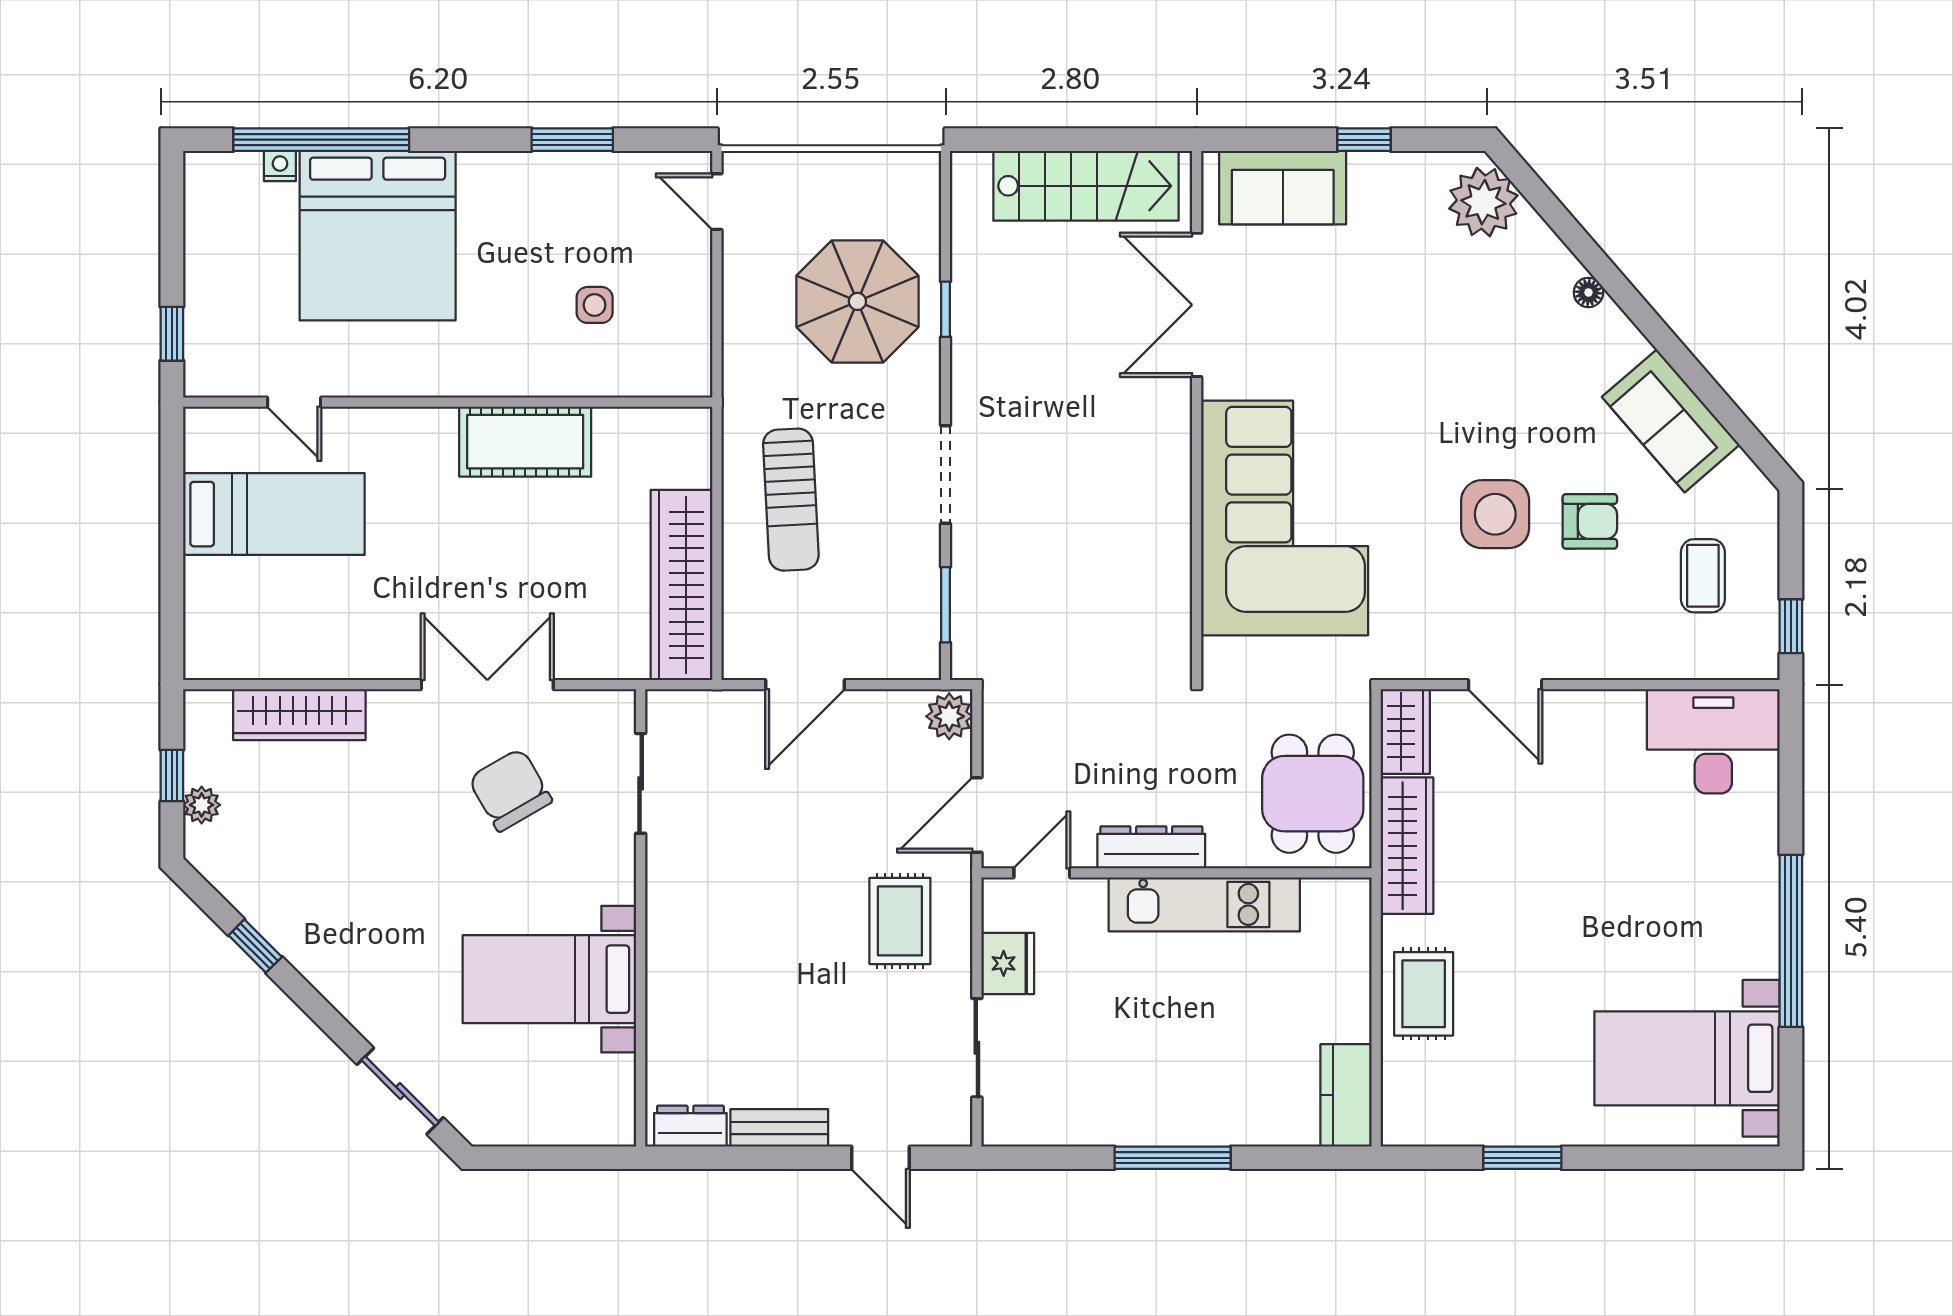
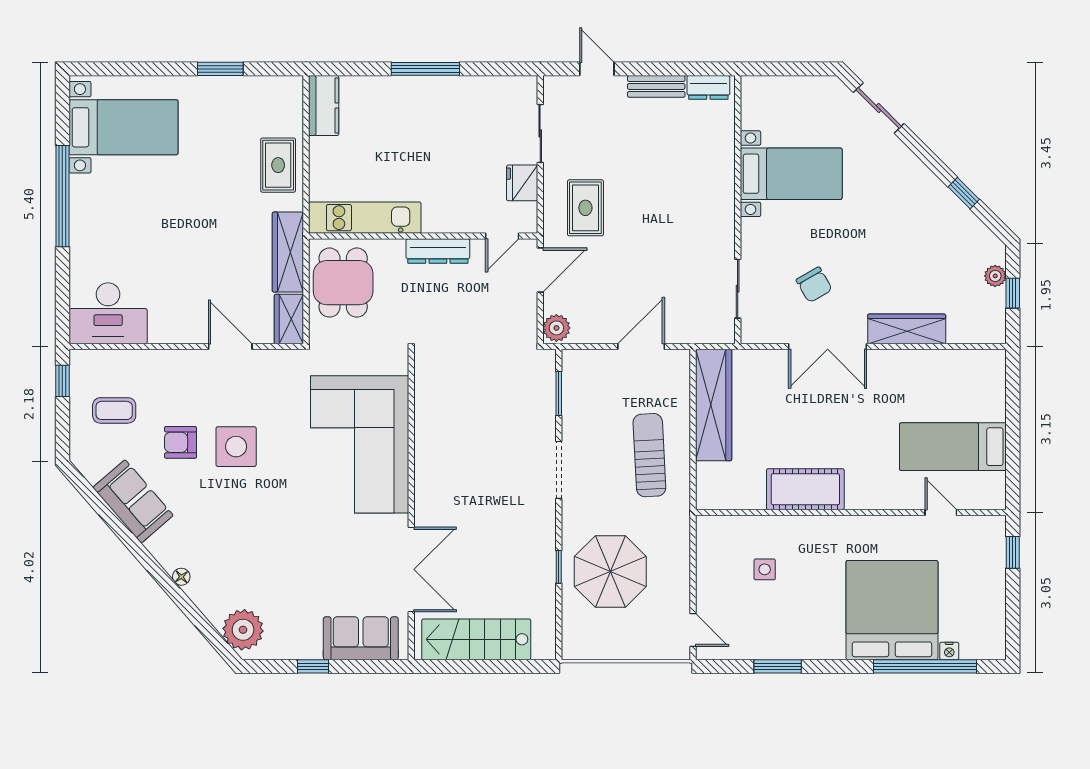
coffee table: (1703, 576) -> (114, 410), turned 90
wardrobe: (299, 715) -> (907, 329), moved
chair: (510, 790) -> (814, 285), width x0.73, depth x0.73
kitchen unit: (1204, 904) -> (365, 218), moved

